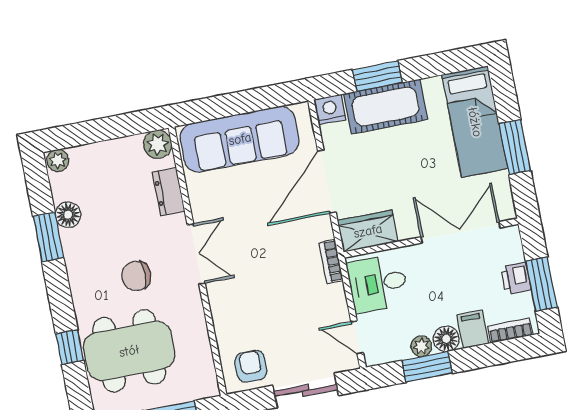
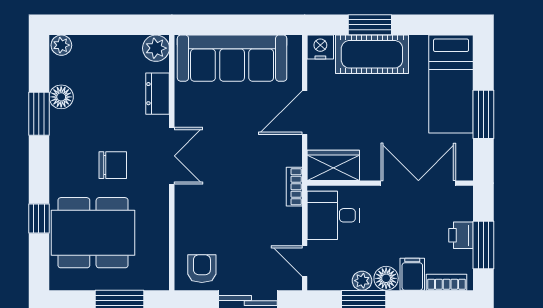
door: (327, 182) -> (305, 113), width x0.73
chair: (136, 276) -> (113, 165), turned 180

